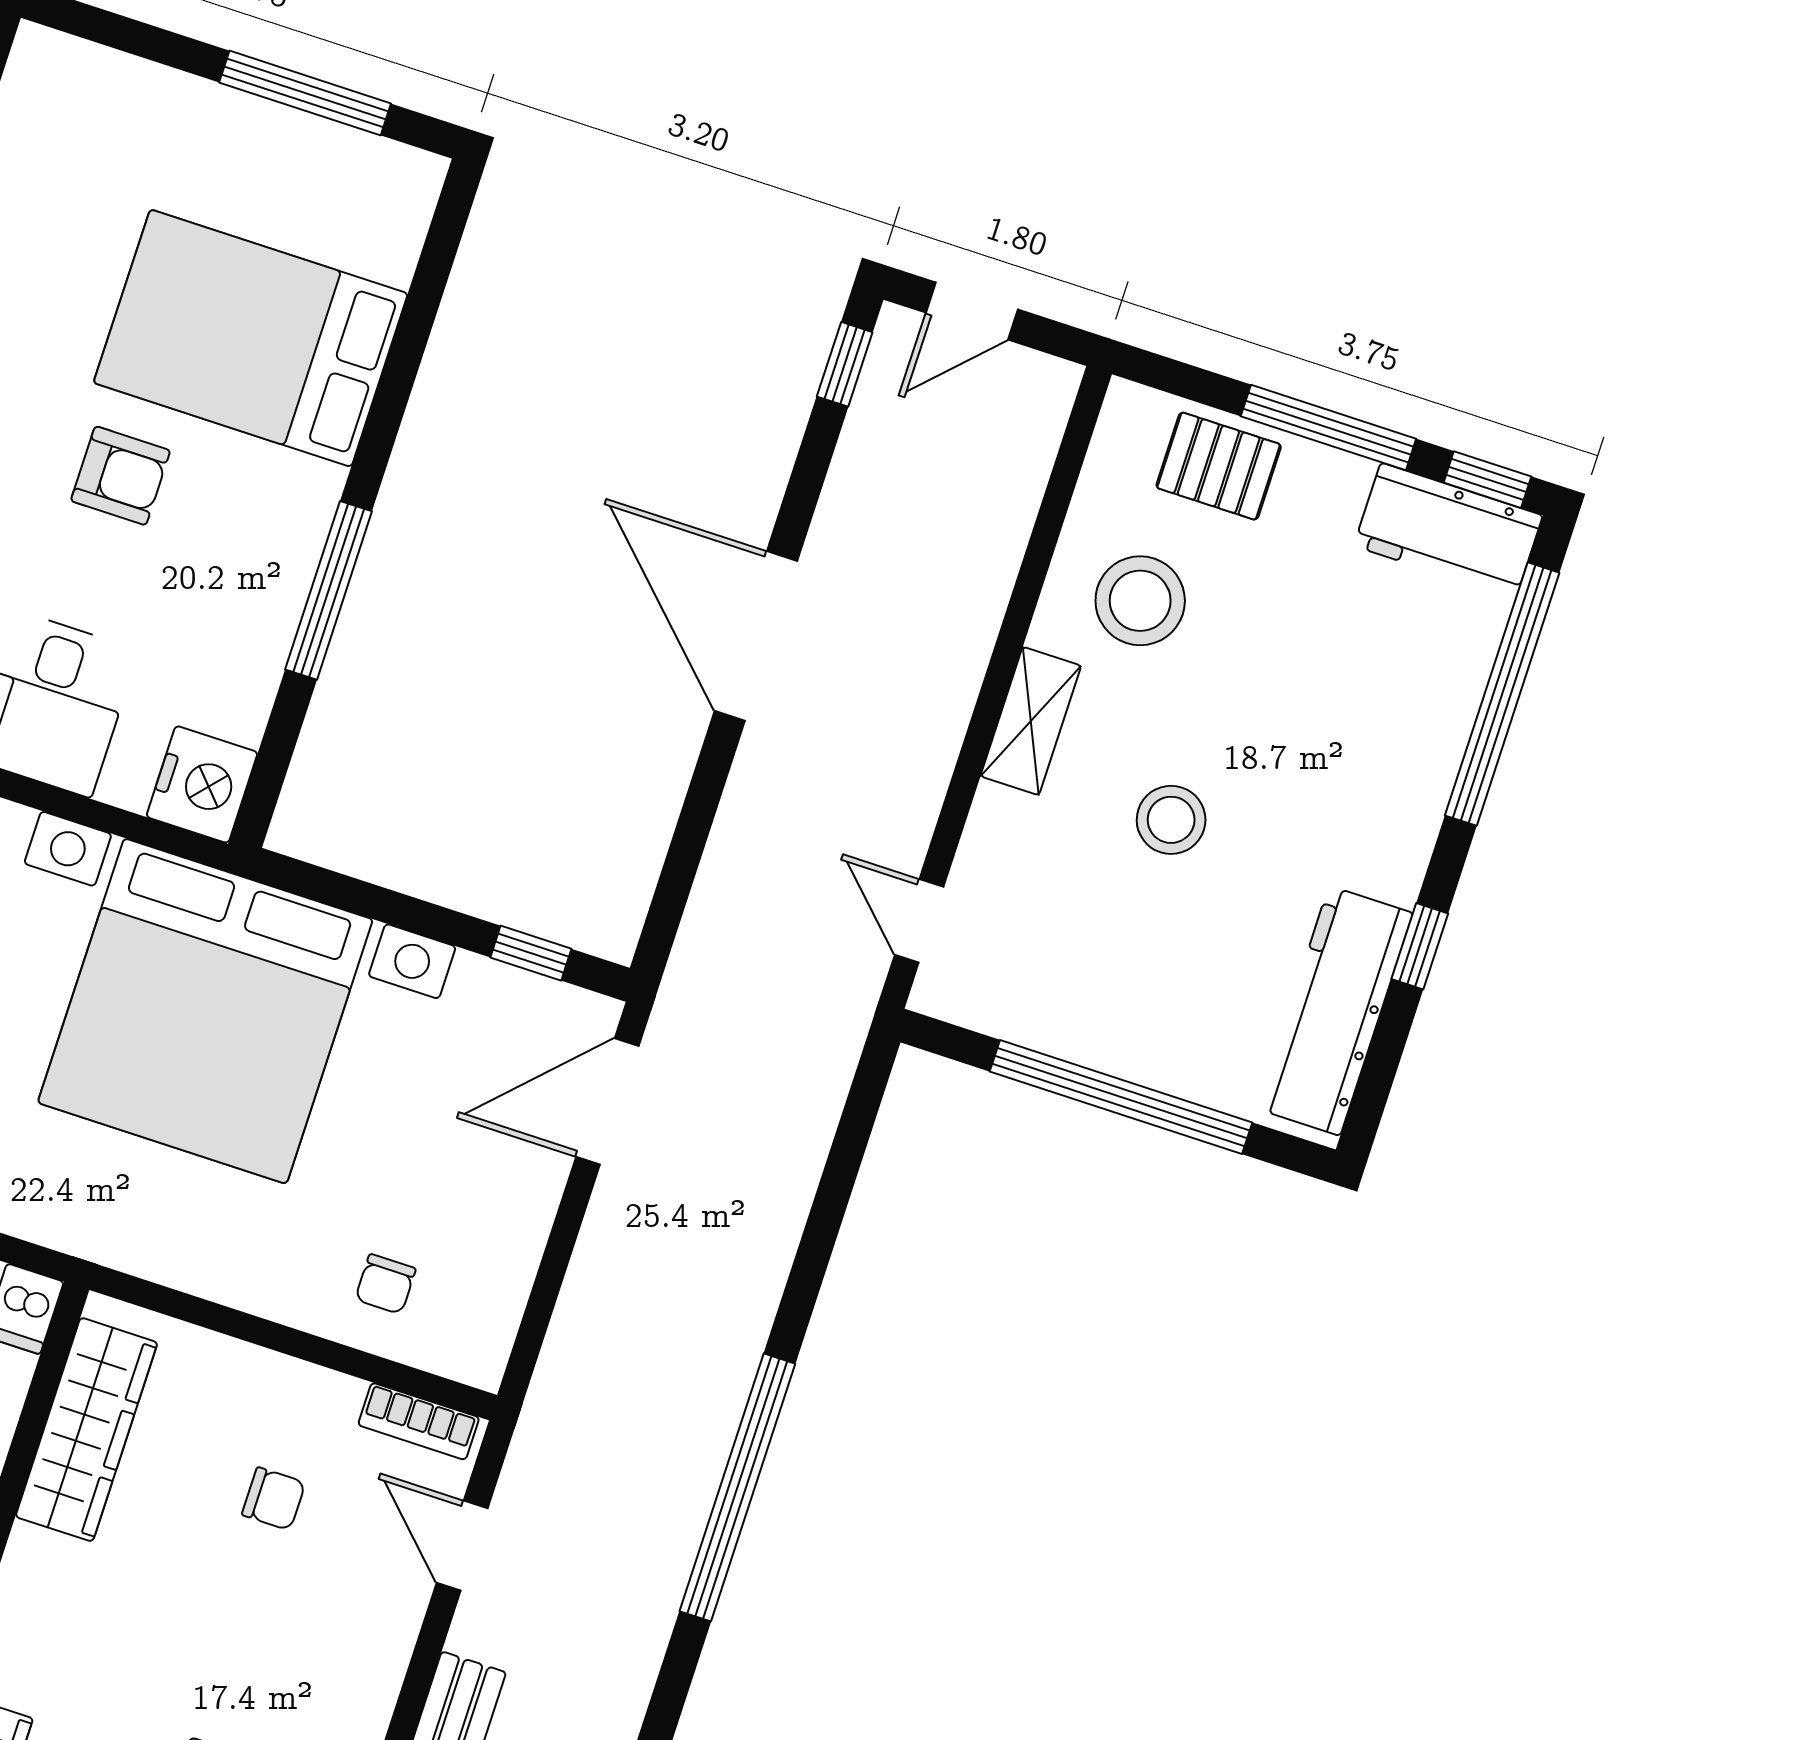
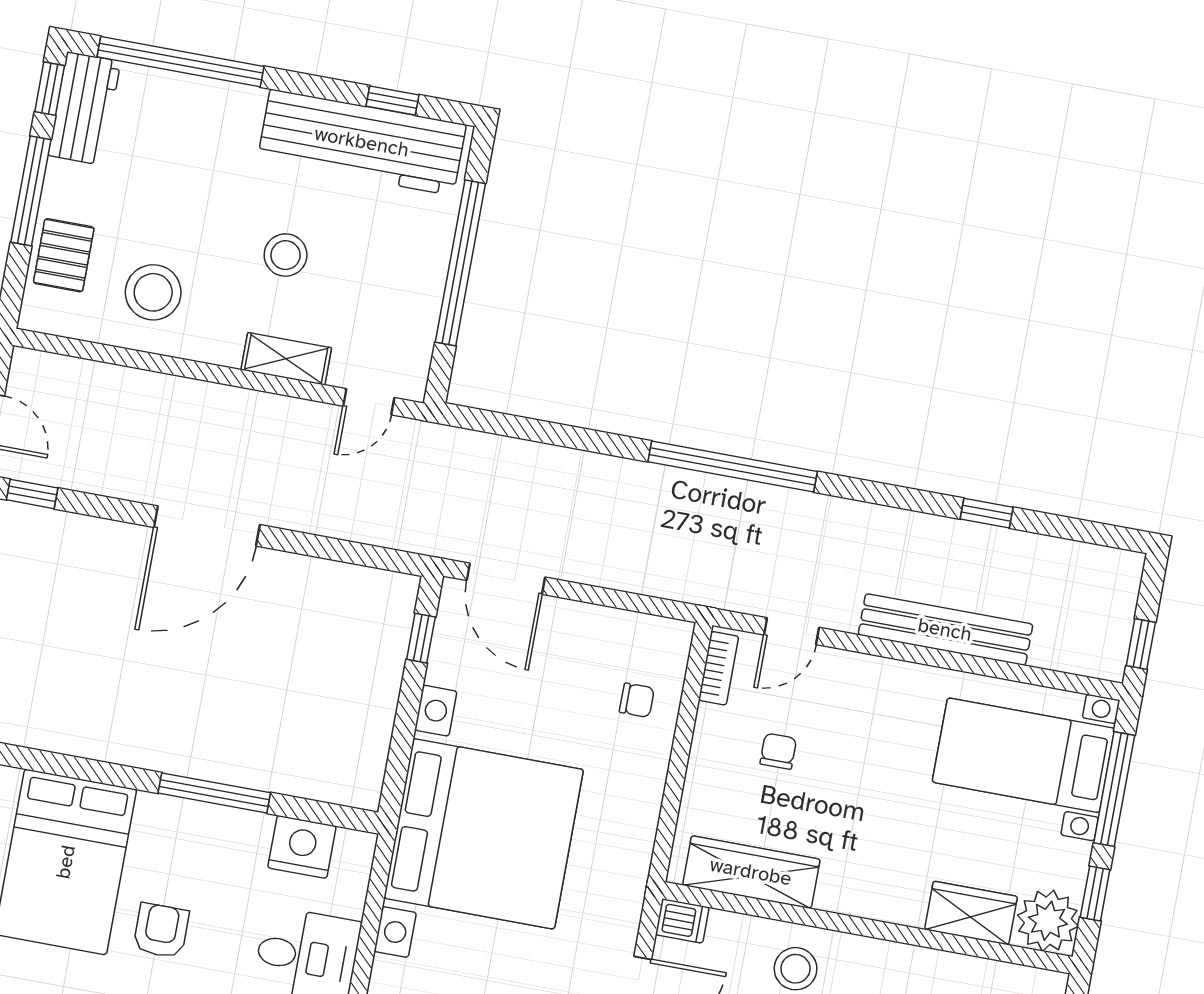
shelving: (1031, 721) -> (286, 359), moved
nightstand: (202, 784) -> (302, 847), moved
window: (1420, 946) -> (392, 100), moved
workbench: (1335, 1011) -> (362, 142), width x1.36, depth x1.32

